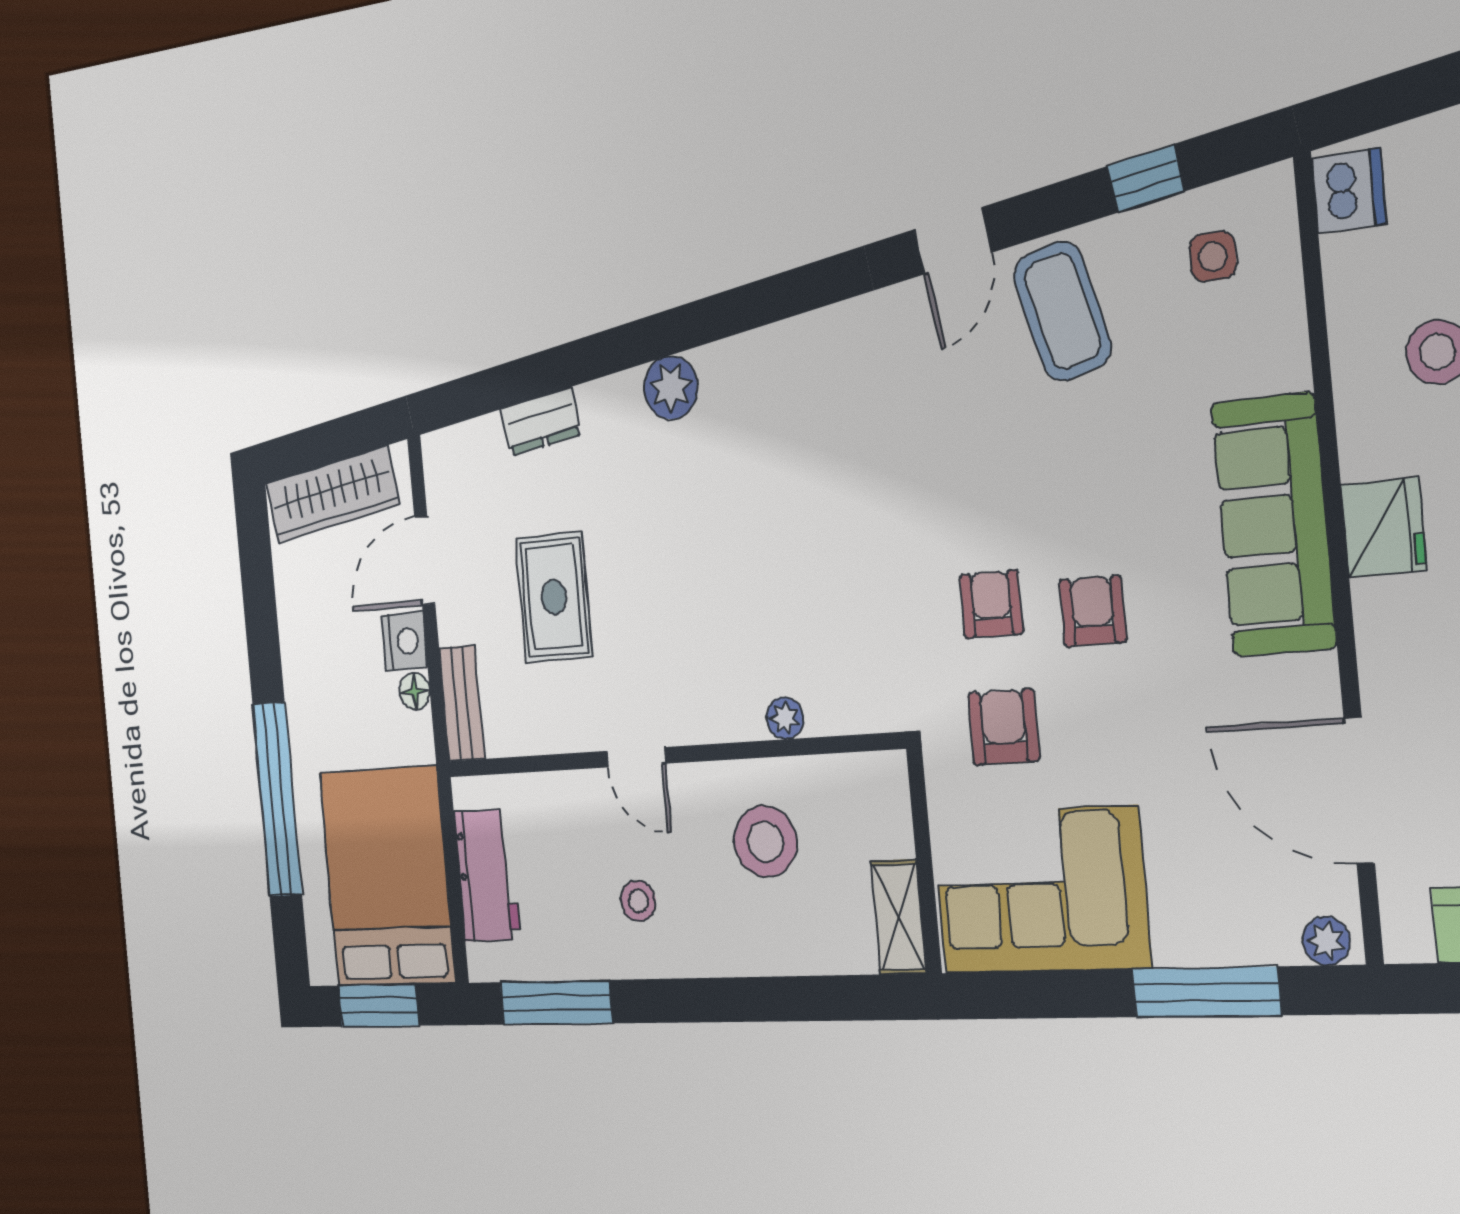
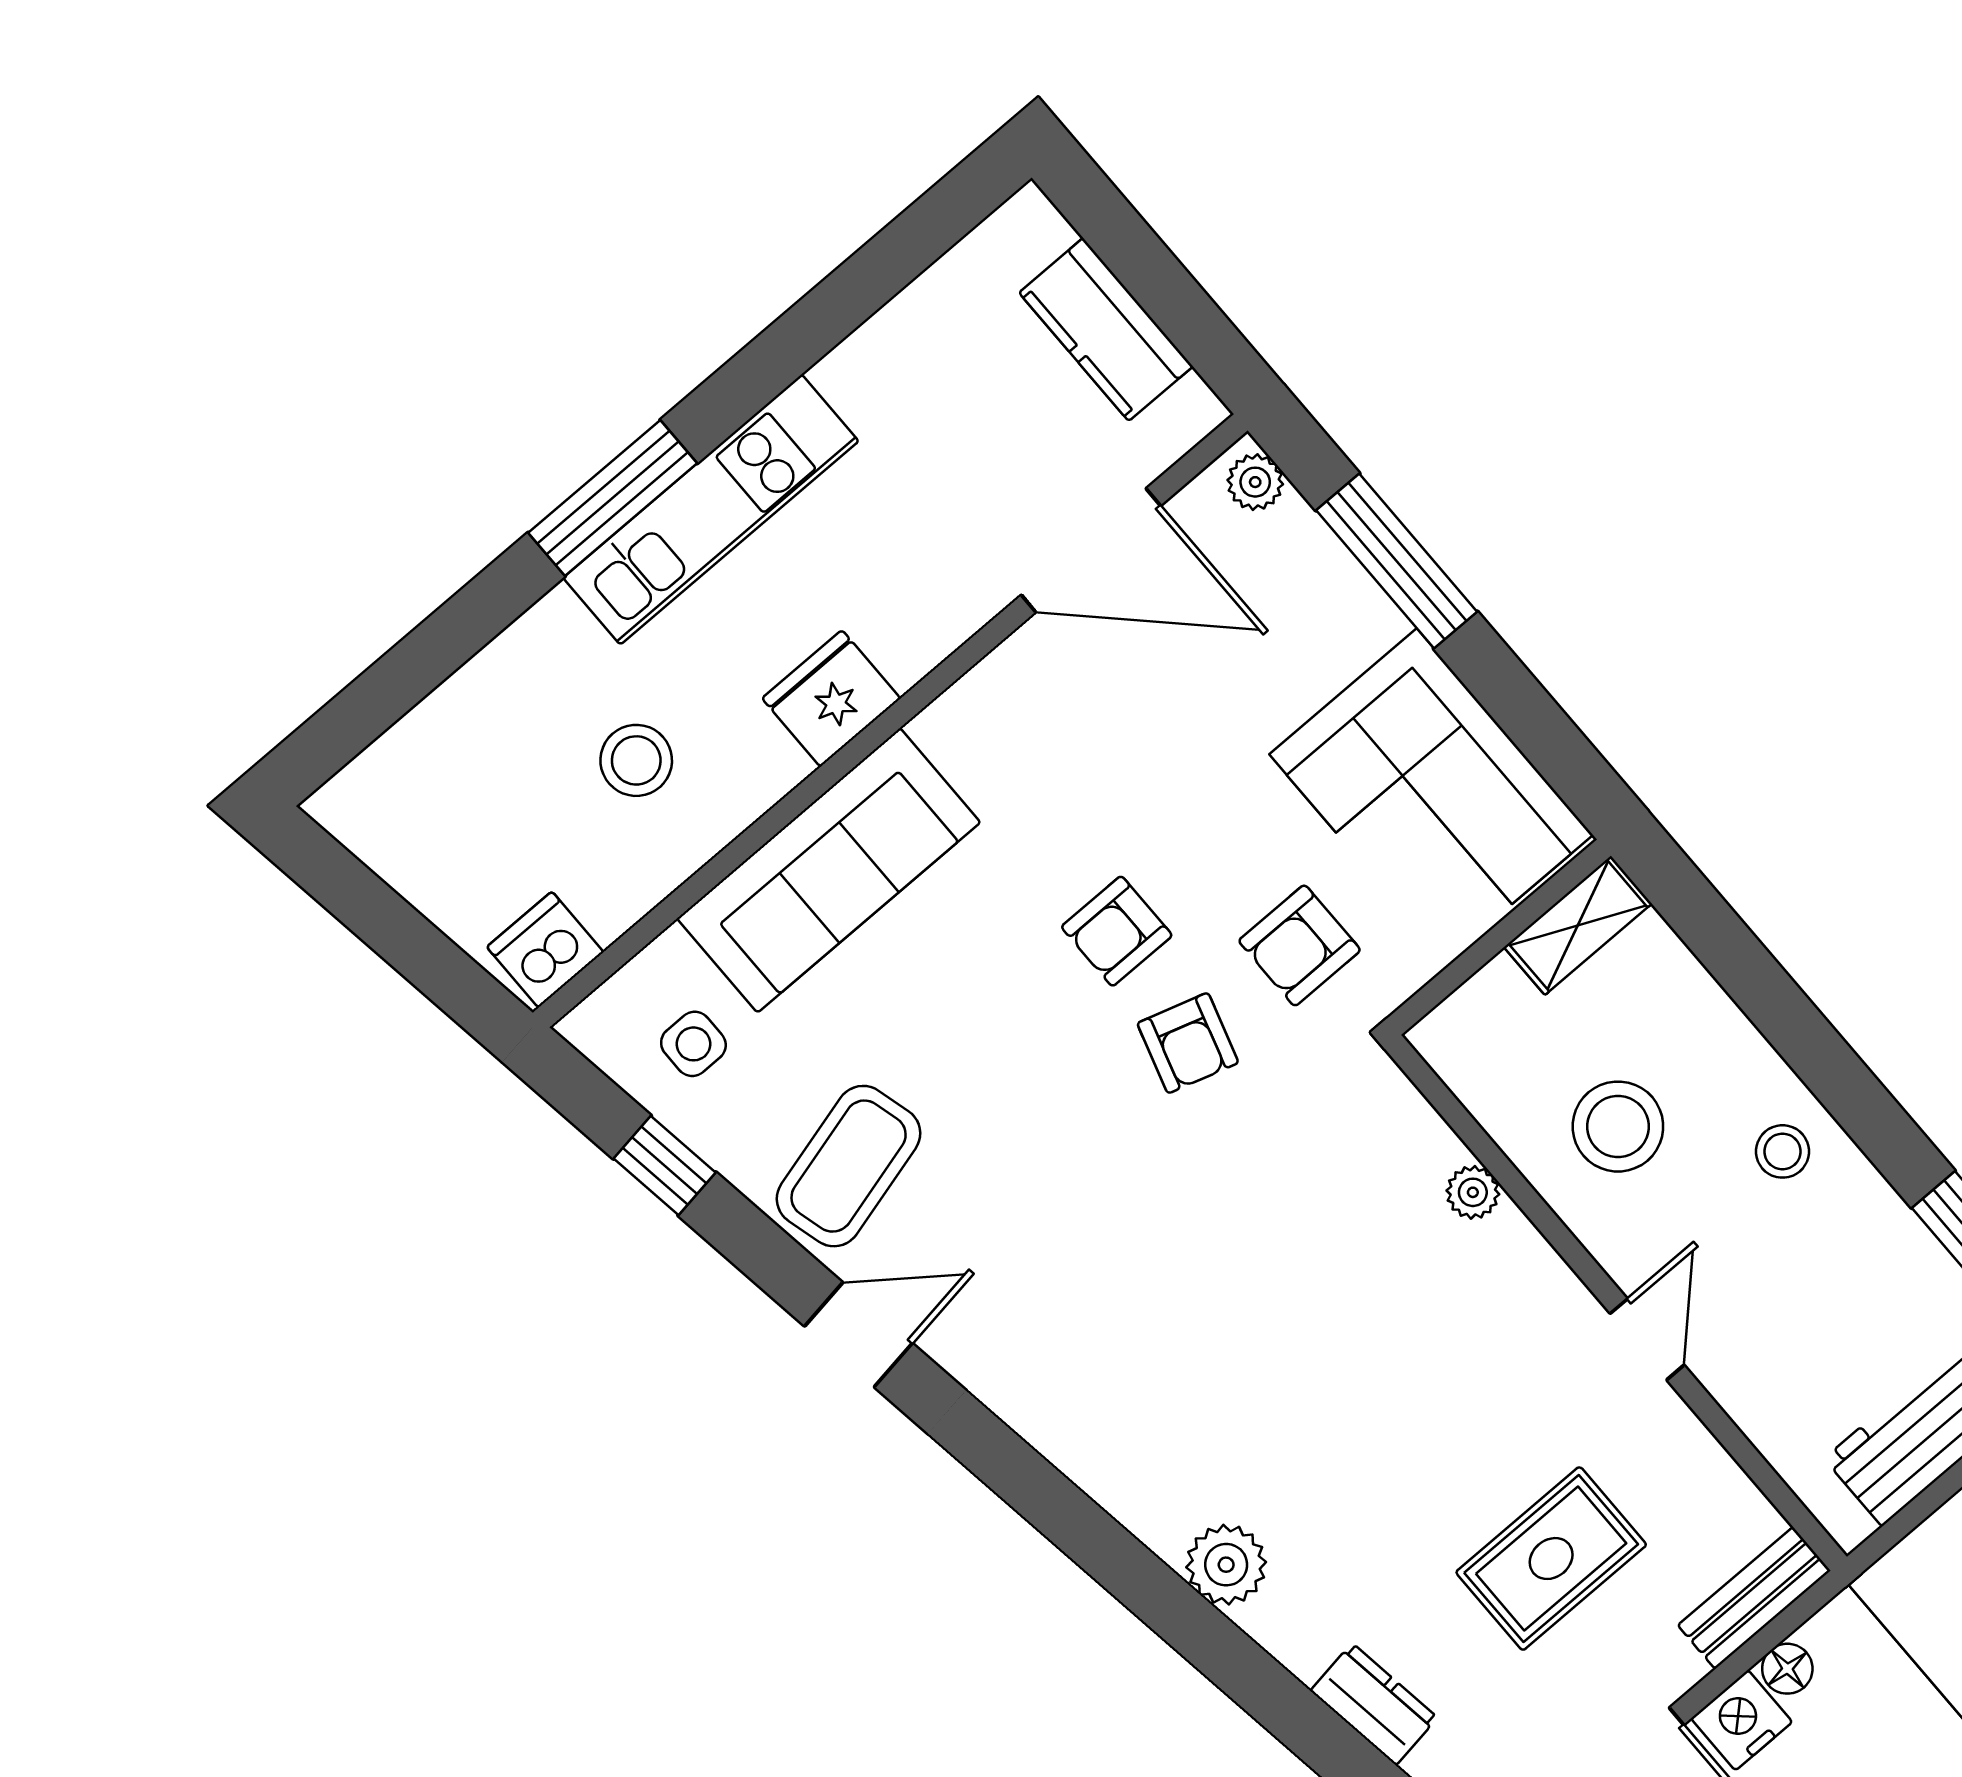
sofa: (1274, 525) -> (829, 870), moved
armchair: (991, 604) -> (1188, 1043), turned -73
door: (1359, 791) -> (1091, 550), hinge flipped
stool: (638, 901) -> (1783, 1151), moved

